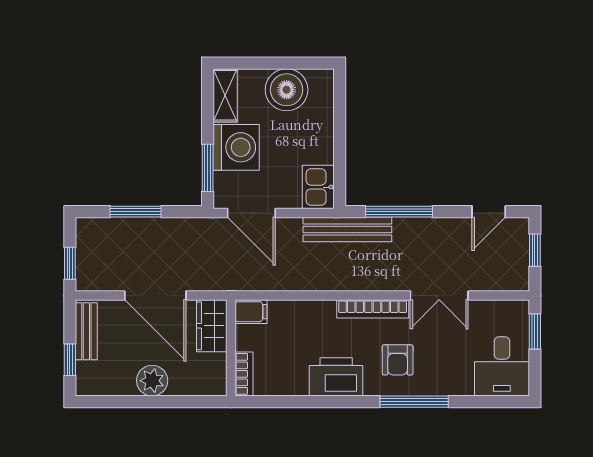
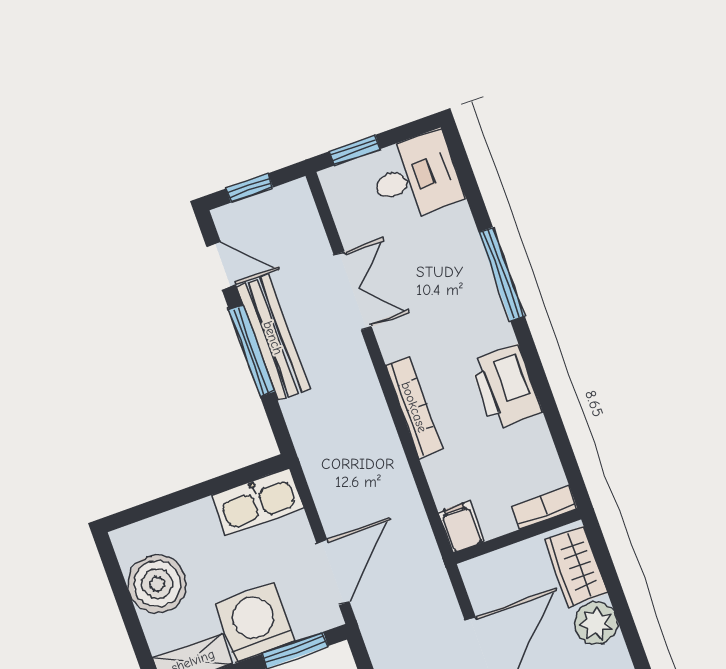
kitchen sink: (318, 187) -> (258, 502), width x1.38
window: (399, 212) -> (252, 351), moved
bench: (347, 230) -> (273, 338), moved
bookcase: (373, 309) -> (414, 407), moved
wardrobe: (212, 326) -> (576, 566), moved, turned 90
armchair: (398, 360) -> (455, 315), removed

